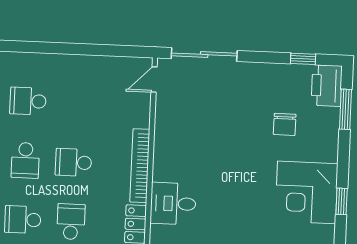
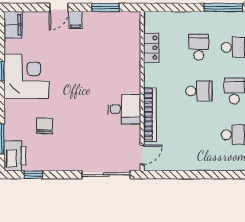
bookcase: (140, 166) -> (150, 114), moved
desk: (173, 204) -> (124, 109), moved
school desk: (71, 222) -> (199, 47), turned 180

